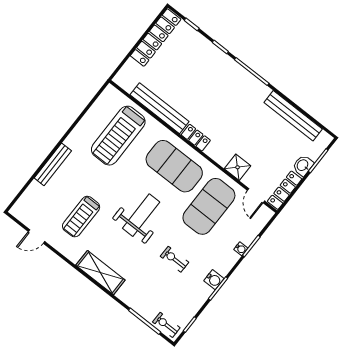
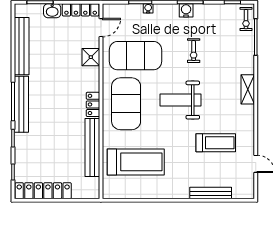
bench: (244, 77) -> (21, 104), added
bench: (53, 164) -> (211, 193), moved
shelving: (100, 273) -> (248, 89), width x0.67, depth x0.75

